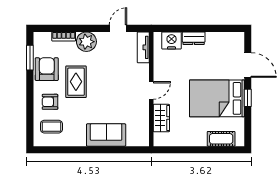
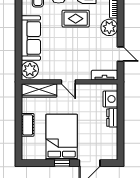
wardrobe: (161, 118) -> (39, 90), width x1.50
sofa: (106, 135) -> (31, 38), width x1.36
plant: (137, 136) -> (30, 70), added
cot: (221, 139) -> (28, 125), moved

